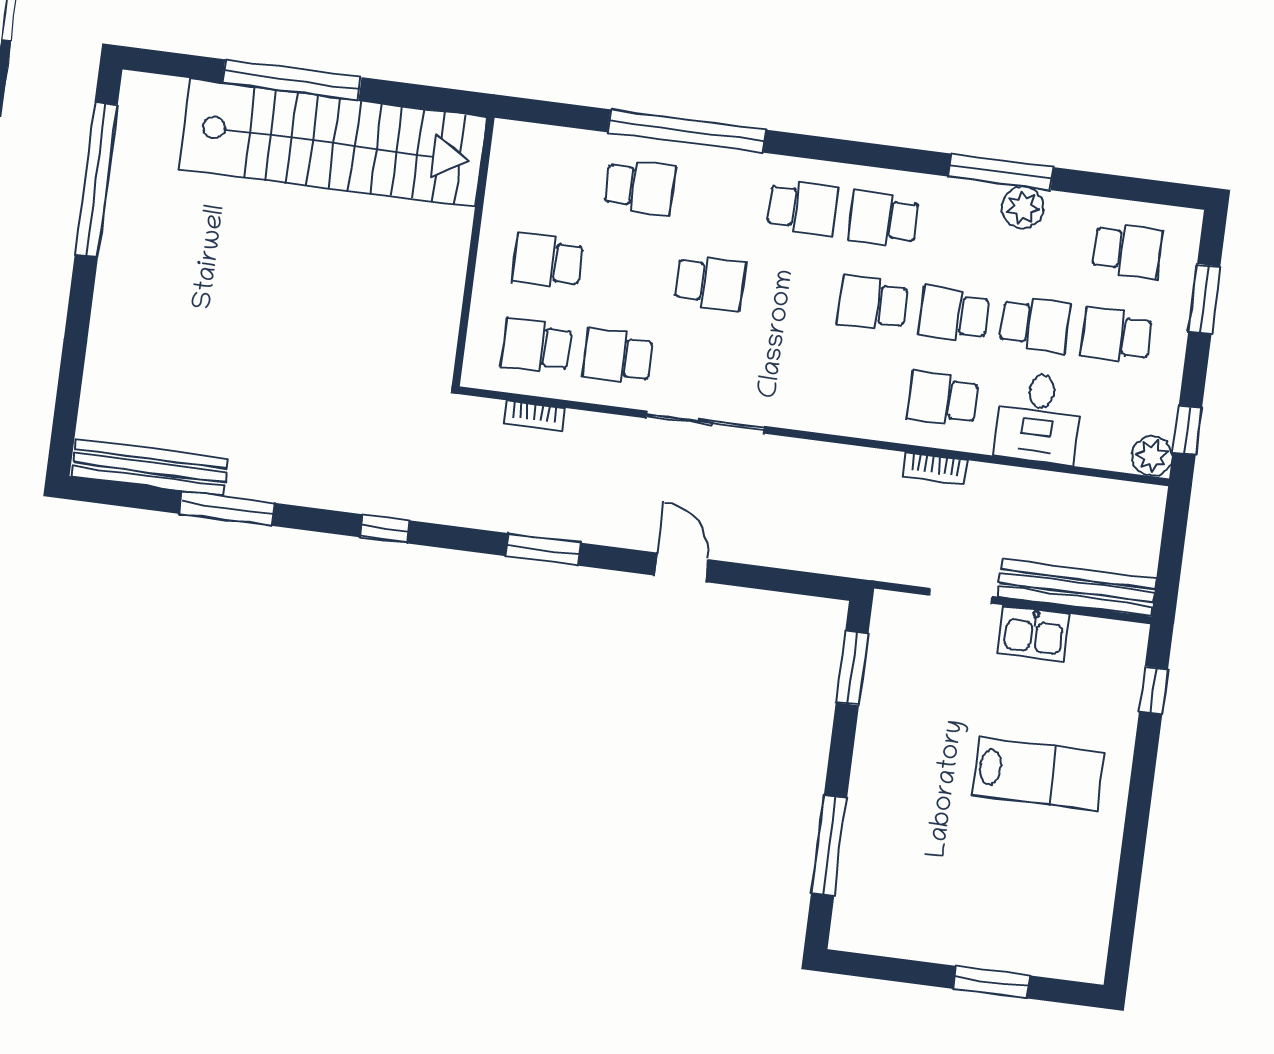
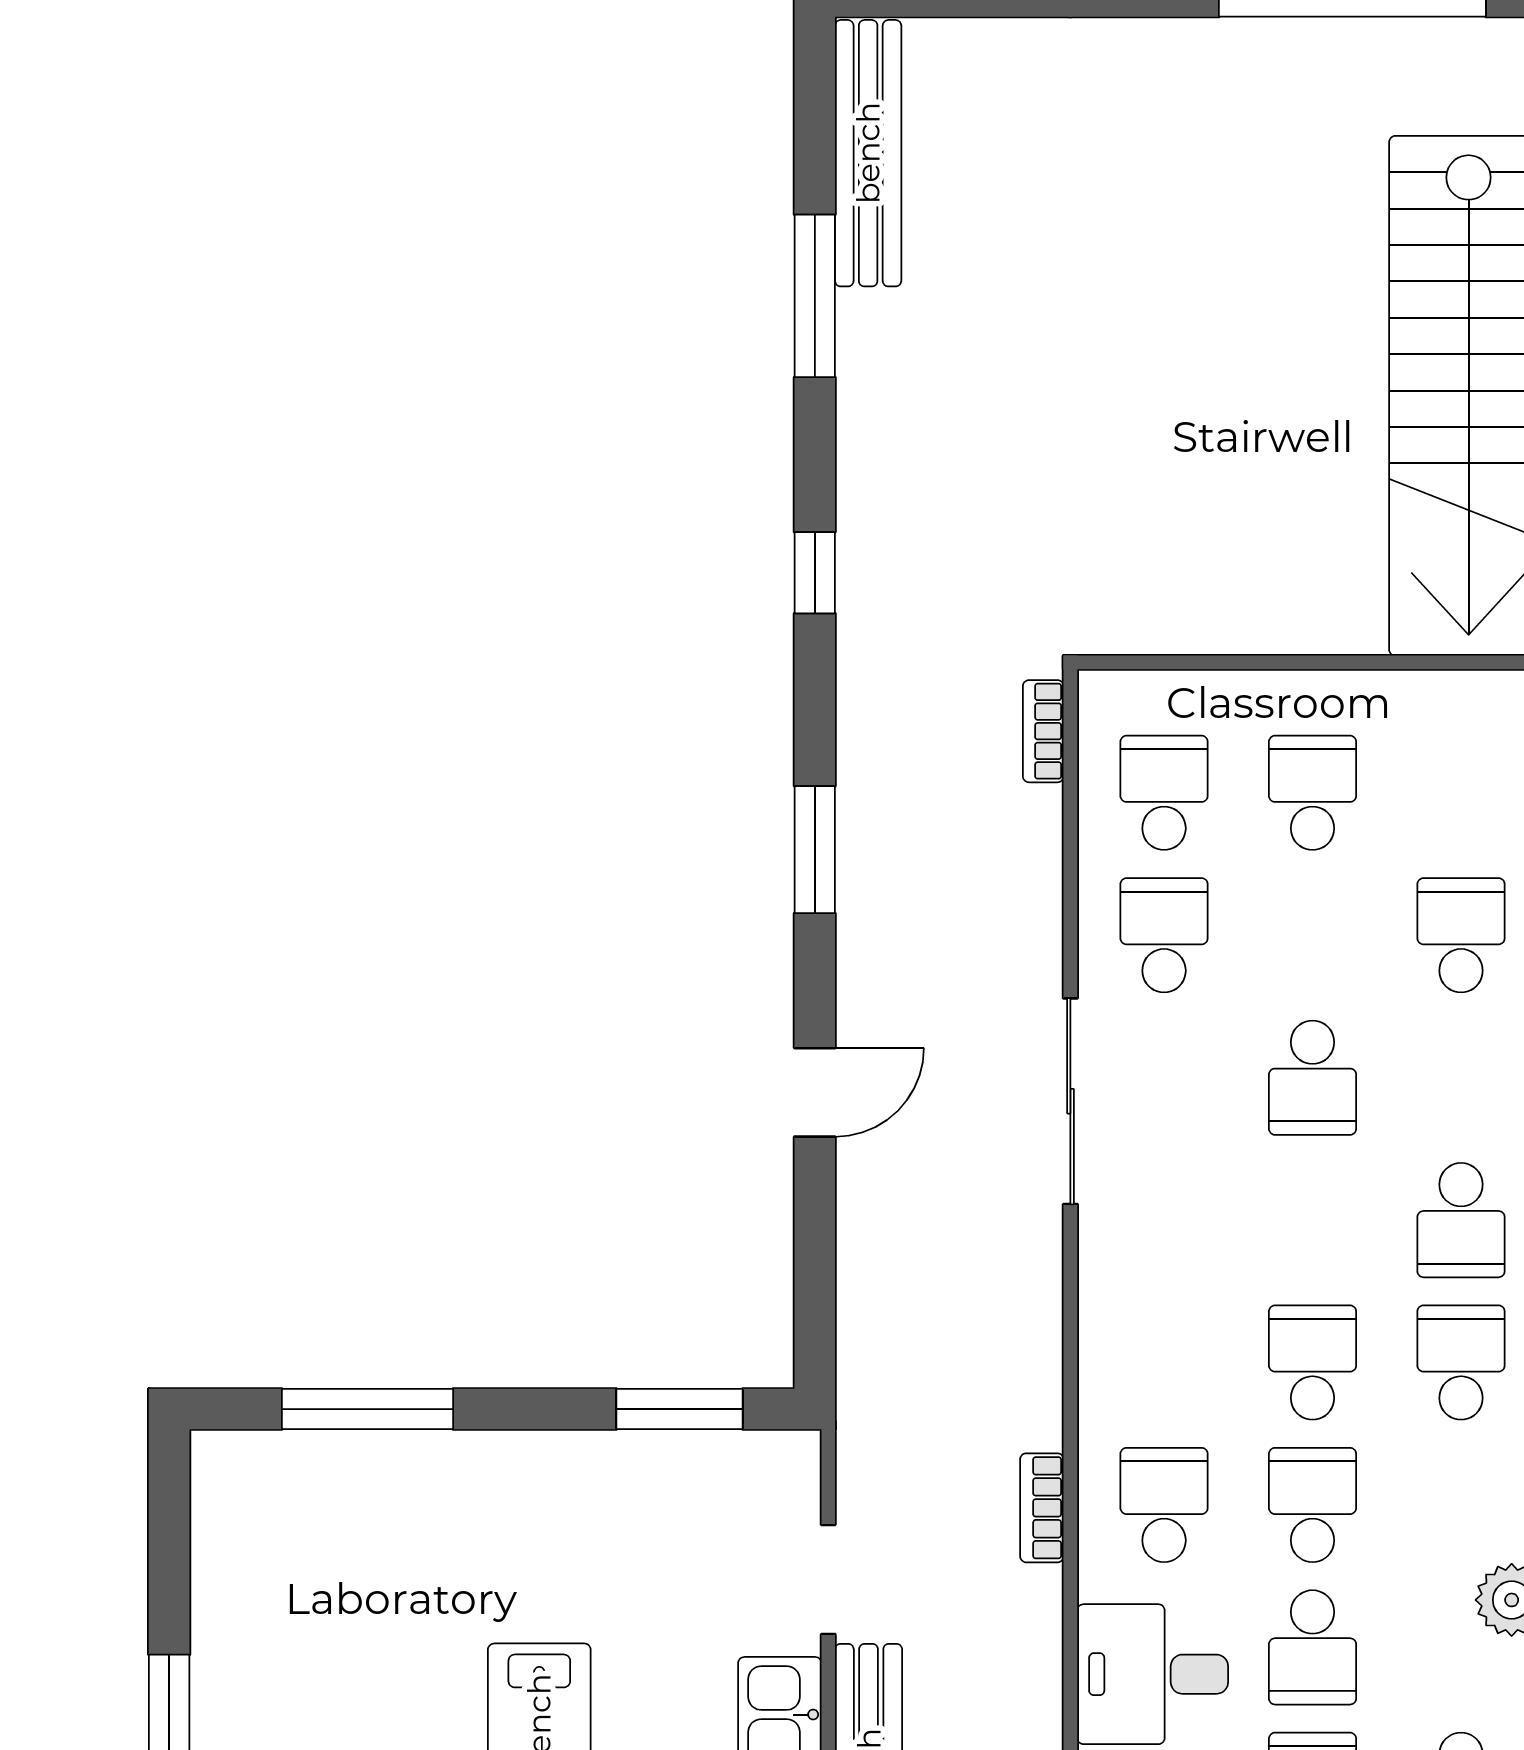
school desk: (640, 187) -> (1461, 935), turned 180
bookcase: (534, 416) -> (1043, 731), moved

